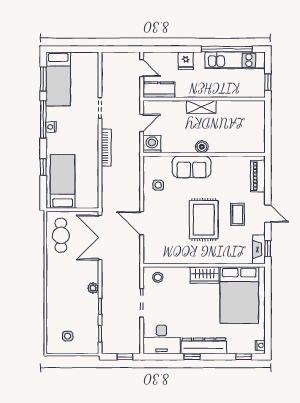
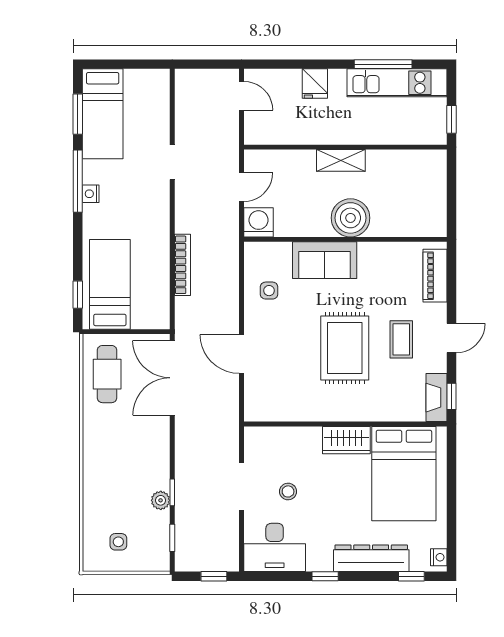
window: (227, 49) -> (383, 64), width x0.68
kitchen counter: (159, 90) -> (270, 132), removed
boiler: (202, 147) -> (350, 218), width x1.86, depth x1.86
bookcase: (106, 148) -> (182, 265), moved
window: (43, 167) -> (78, 295), moved
door: (268, 214) -> (451, 338), hinge flipped
stool: (158, 277) -> (288, 491), moved
plant: (93, 288) -> (161, 500), moved
dresser: (204, 346) -> (371, 558), moved

